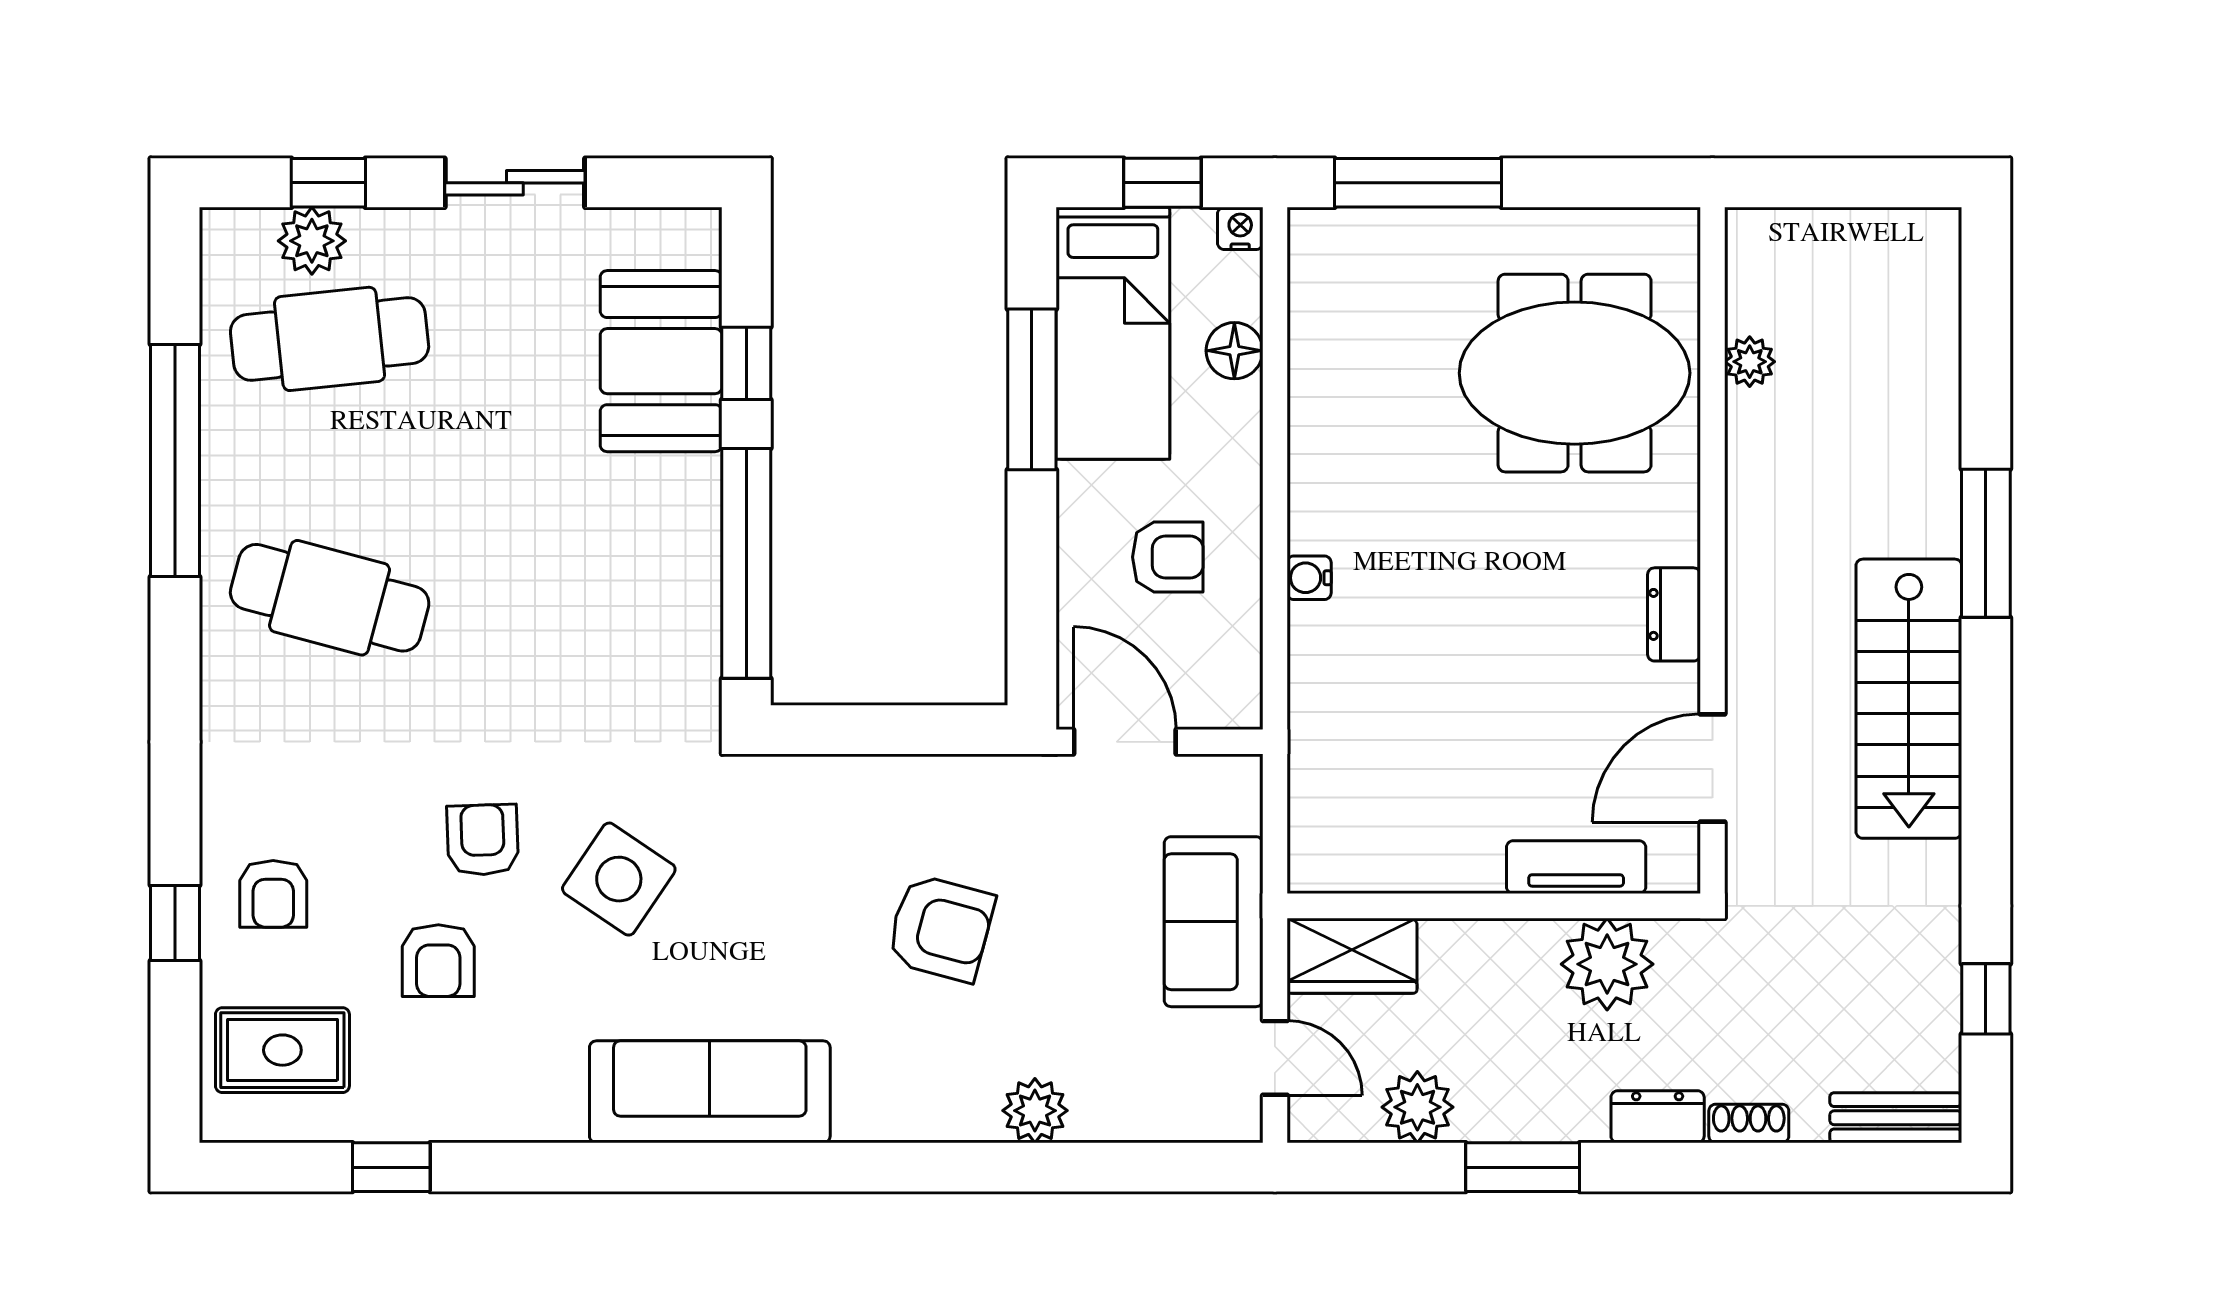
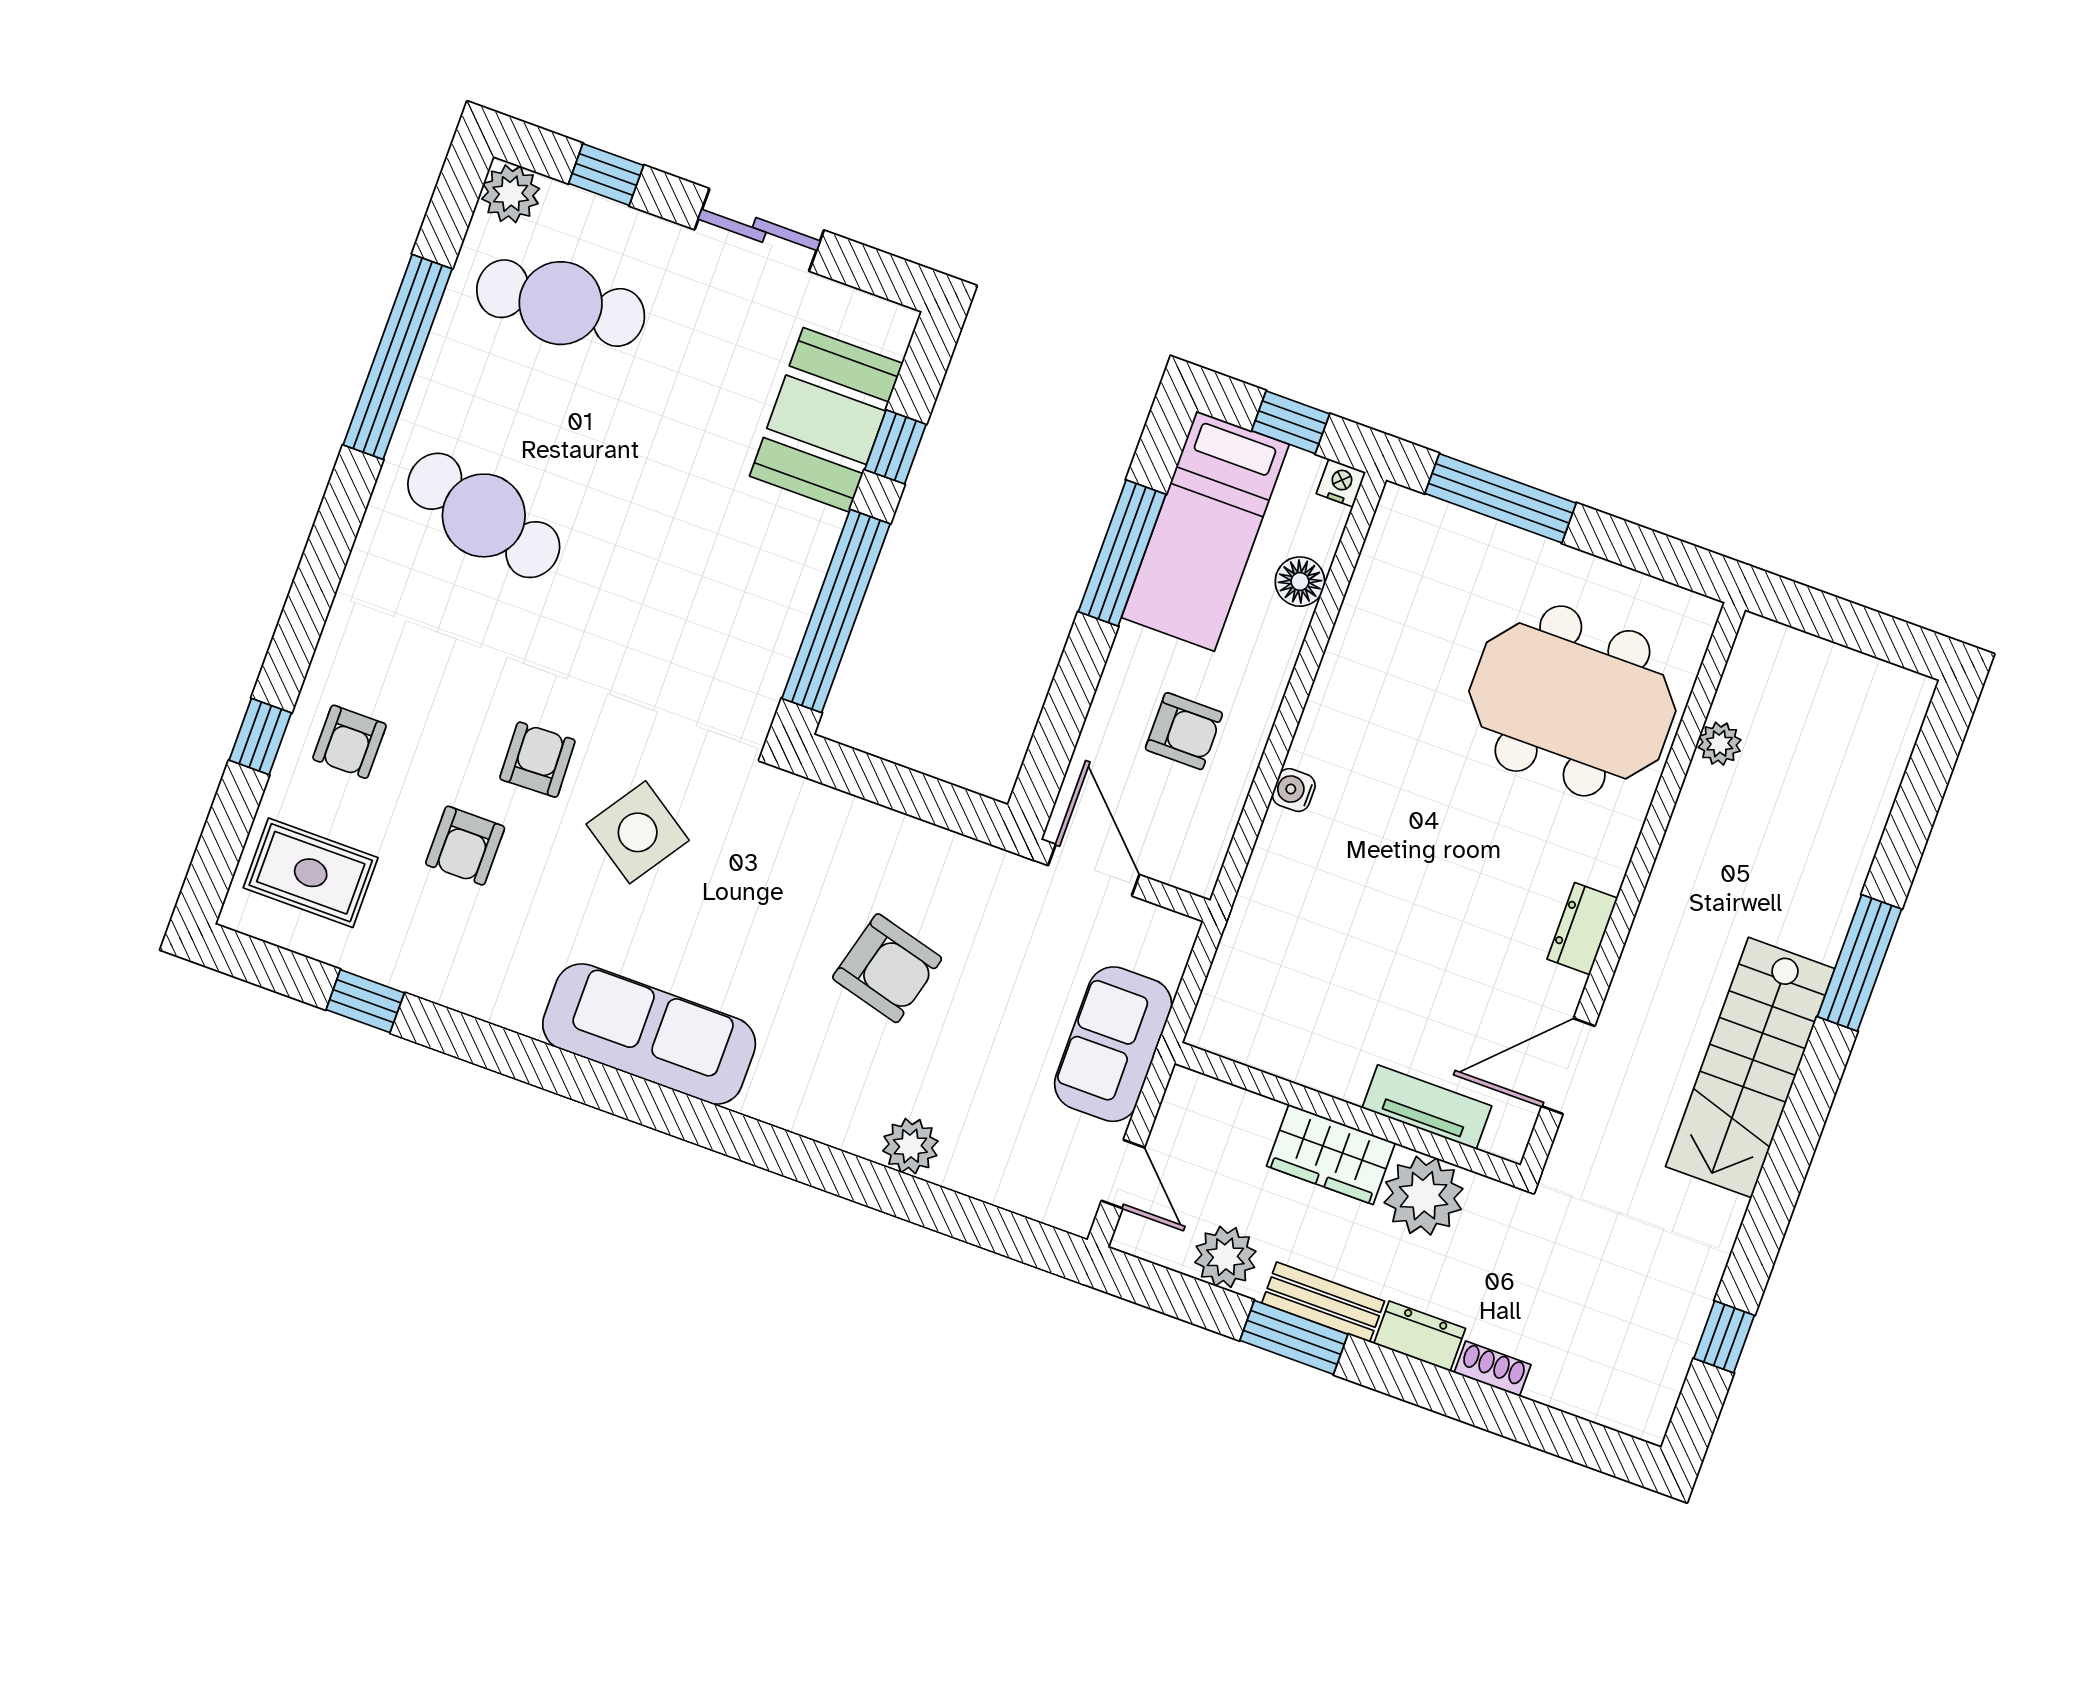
plant: (312, 241) -> (511, 194), moved
wardrobe: (1352, 956) -> (1331, 1154), moved
bench: (1896, 1118) -> (1323, 1302), moved

